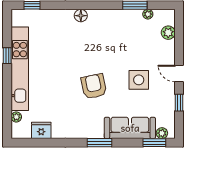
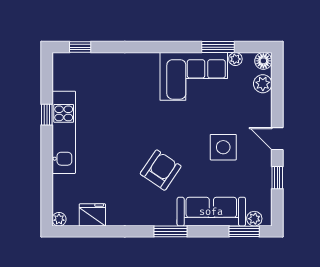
floor lamp: (81, 16) -> (263, 61), moved
corner sofa: (117, 27) -> (194, 76), added
kitchen unit: (20, 69) -> (64, 132), width x0.73
armchair: (94, 86) -> (161, 170), moved, turned 46
plant: (16, 117) -> (59, 219), moved

